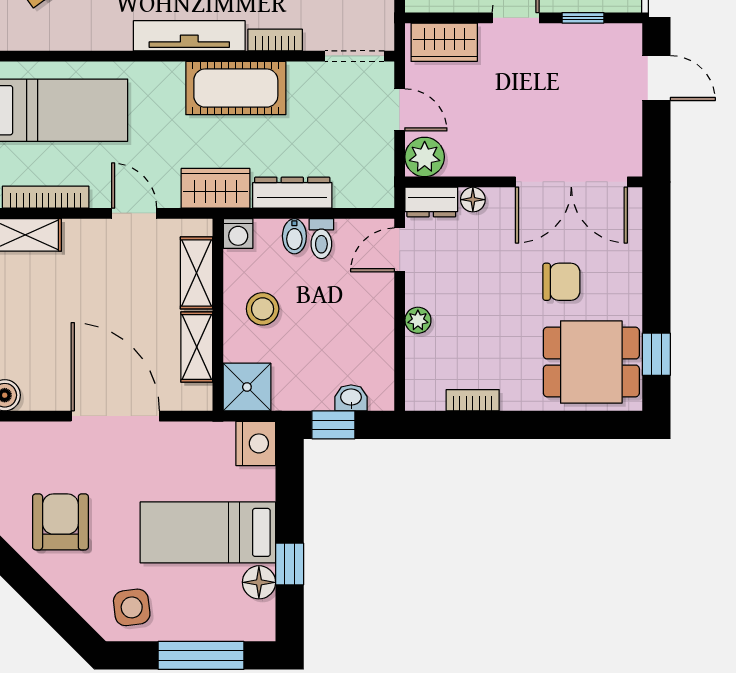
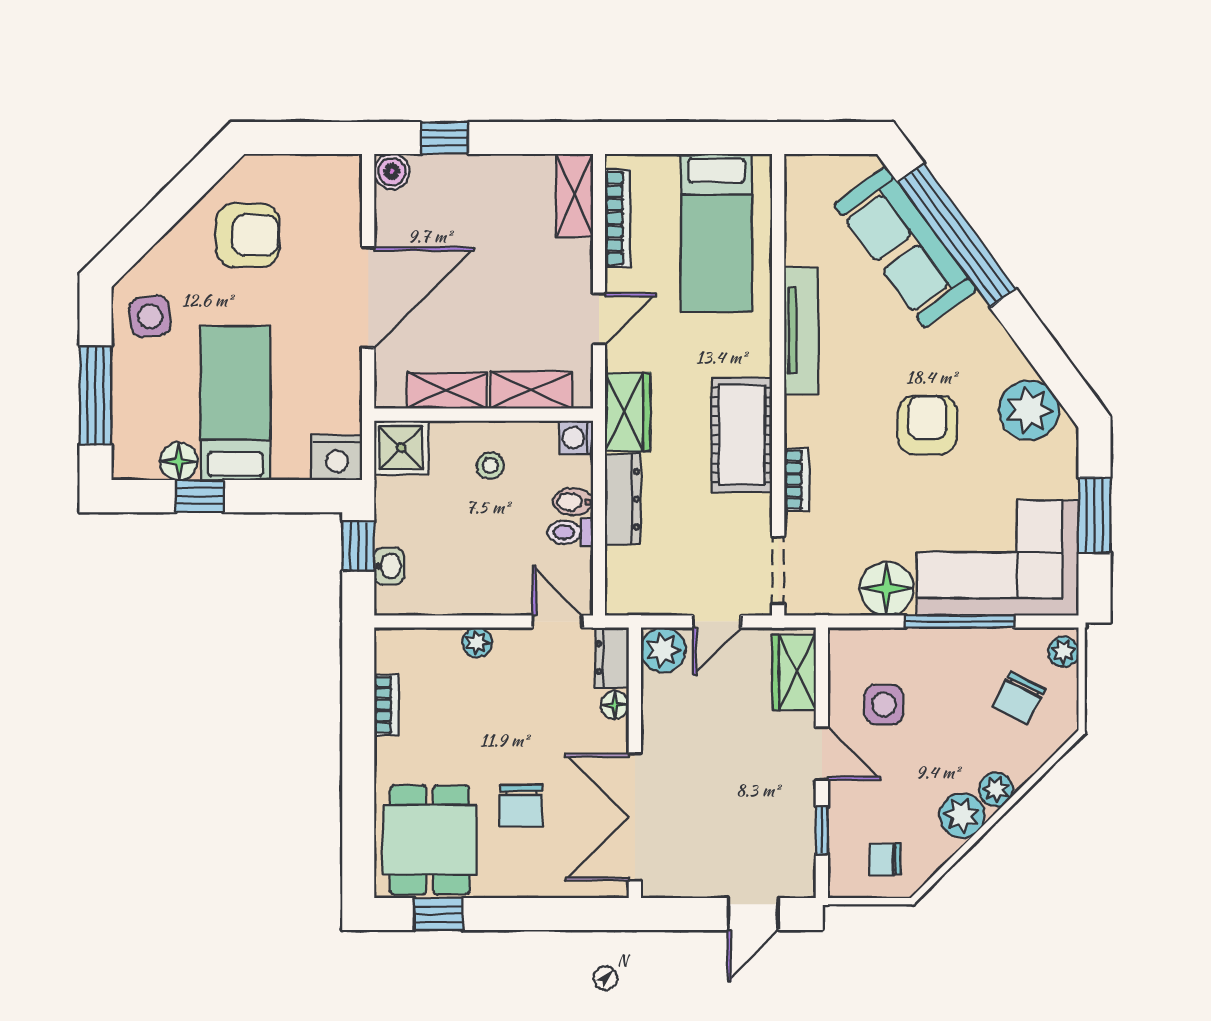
tv unit: (189, 36) -> (801, 331), moved
stool: (263, 309) -> (490, 465), width x0.73, depth x0.73

